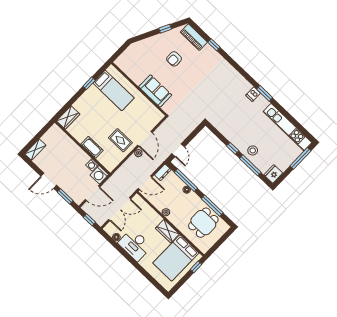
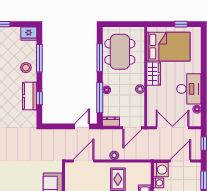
kitchen counter: (231, 135) -> (30, 96), added
door: (145, 139) -> (83, 161), moved
window: (233, 148) -> (39, 98), moved
door: (145, 183) -> (132, 128), swing flipped
door: (93, 193) -> (180, 161), hinge flipped
dining table: (203, 223) -> (120, 52), width x1.38
window: (196, 267) -> (181, 24), moved

